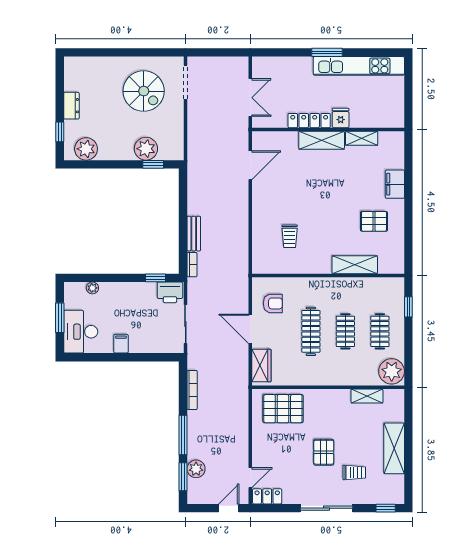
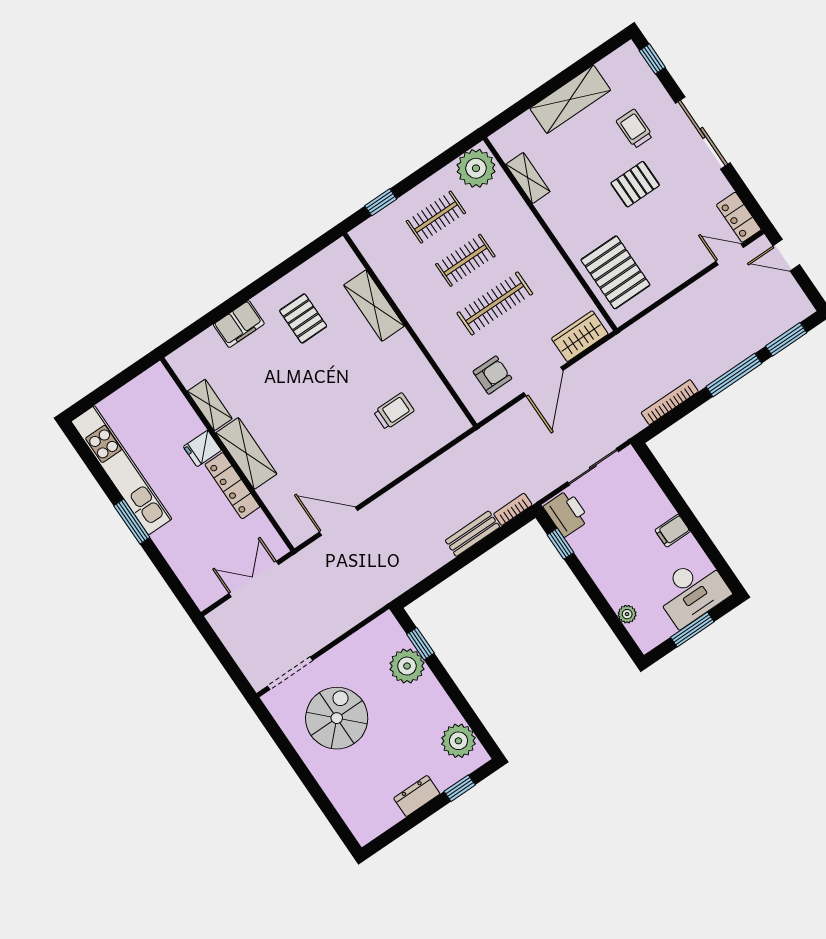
armchair: (273, 303) -> (492, 375), turned 90
plant: (196, 469) -> (765, 330), removed

